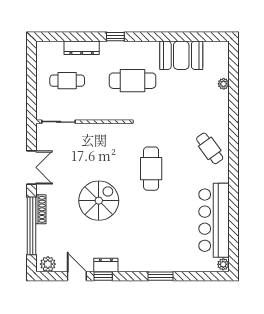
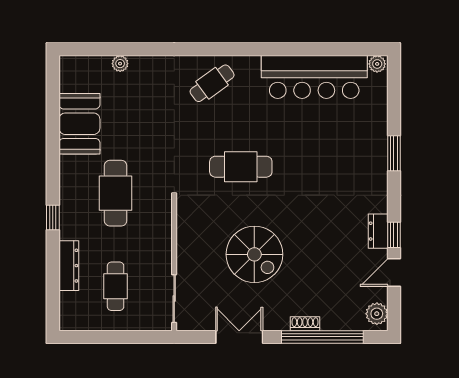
spiral stairs: (99, 201) -> (254, 254), moved, turned 180
shoe rack: (41, 209) -> (305, 324), width x0.70

